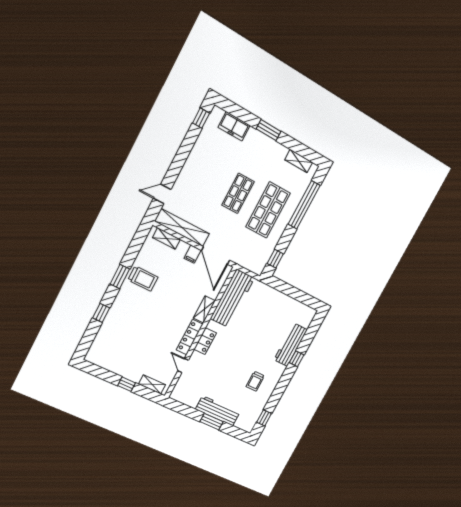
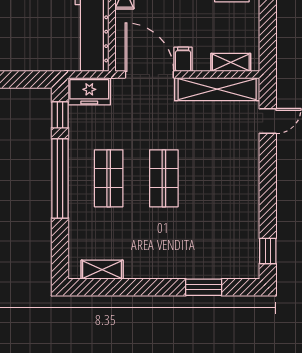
freezer: (234, 126) -> (89, 91), moved, turned 180
window: (269, 130) -> (204, 287), moved
window: (304, 205) -> (60, 178), moved
shop shelf: (268, 210) -> (109, 178), width x0.70, depth x0.74

